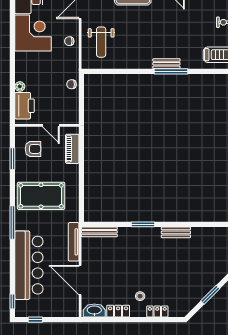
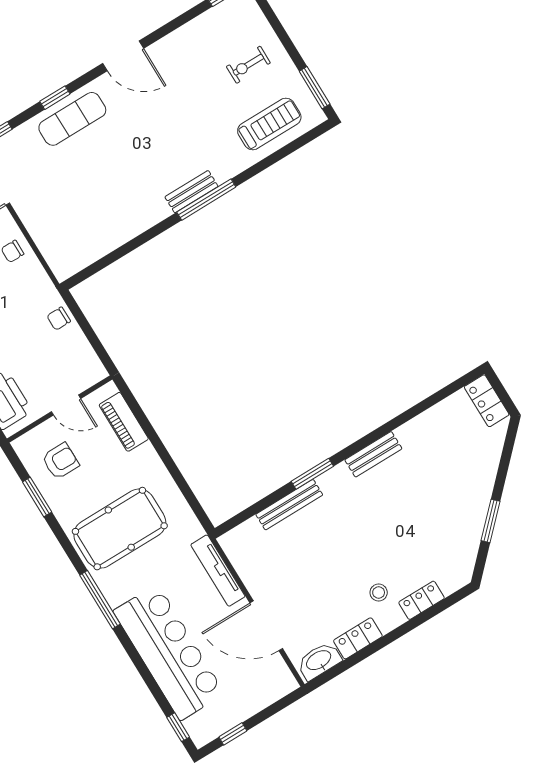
weight bench: (101, 42) -> (65, 221), removed
bench: (99, 232) -> (289, 505), moved

